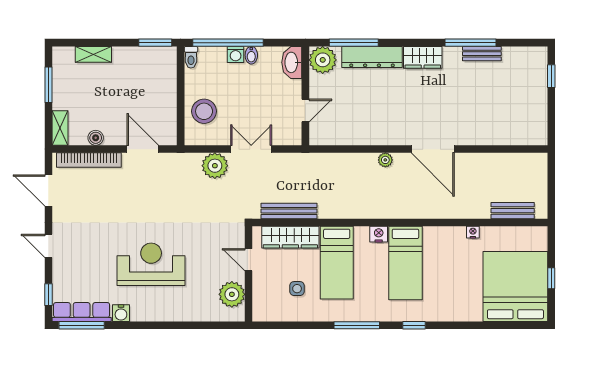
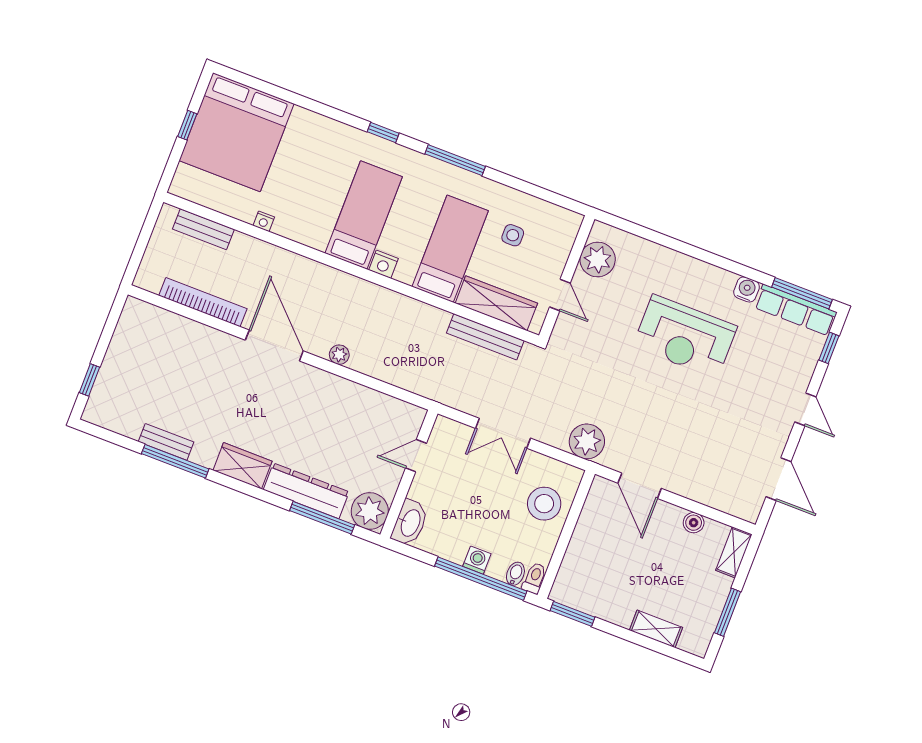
bidet: (251, 55) -> (515, 574), moved
bookcase: (89, 160) -> (203, 302), moved
plant: (215, 166) -> (587, 441), moved

